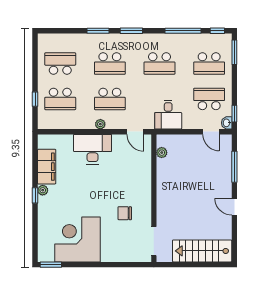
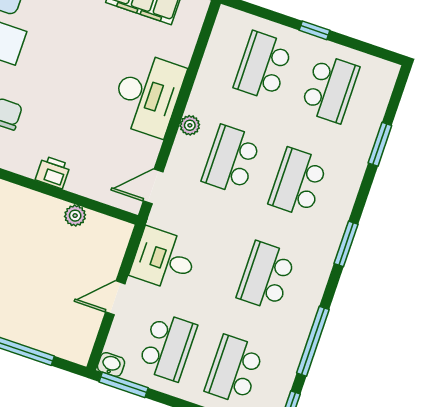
window: (98, 31) -> (380, 144), moved
window: (35, 99) -> (315, 30), moved
window: (234, 114) -> (124, 385), width x1.50
door: (211, 132) -> (115, 298), moved
plant: (162, 153) -> (75, 216), moved
printer: (145, 182) -> (53, 172), added

